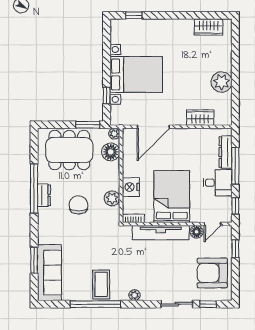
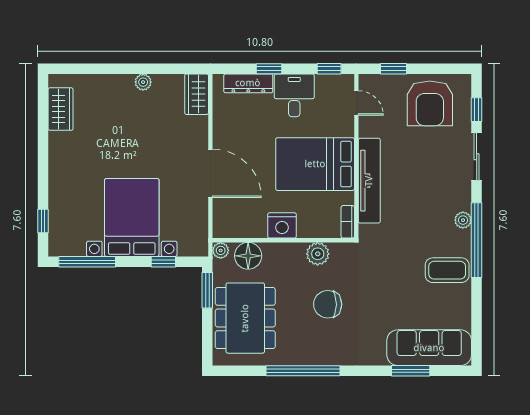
window: (107, 45) -> (87, 262), added
plant: (222, 82) -> (143, 82), width x0.53, depth x0.53
wardrobe: (200, 118) -> (197, 94), moved
door: (153, 127) -> (210, 173), moved
window: (235, 166) -> (269, 69), width x0.46
nightstand: (131, 187) -> (282, 225), moved
dresser: (44, 195) -> (313, 356), removed
floor lamp: (197, 232) -> (368, 127), removed
window: (95, 304) -> (477, 240), moved

